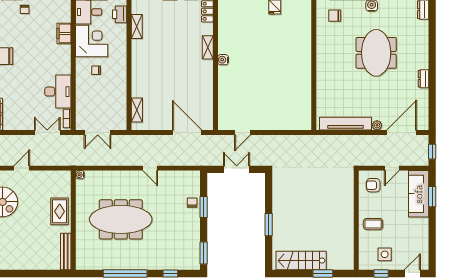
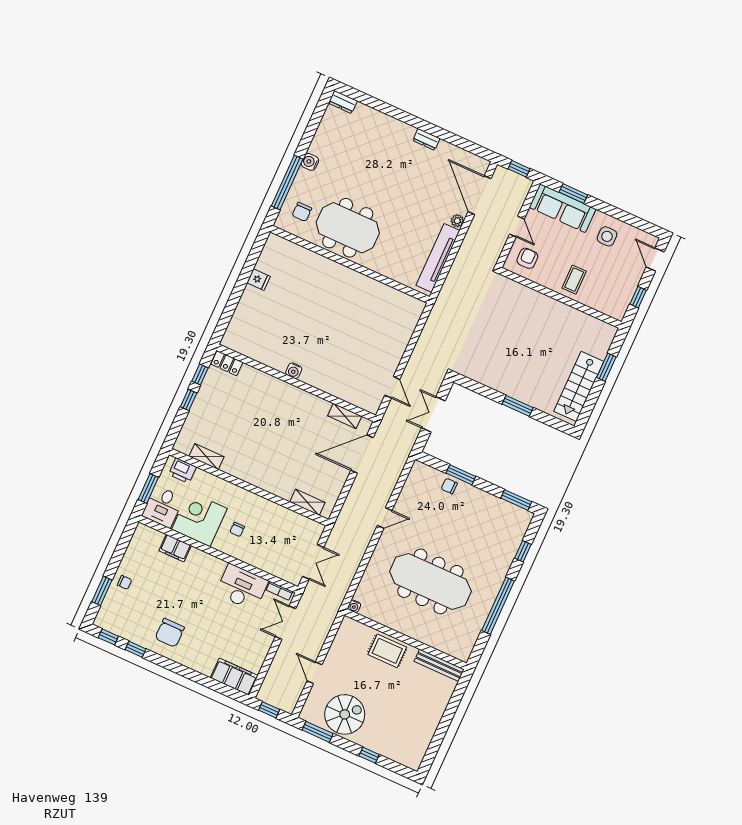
shelving: (208, 47) -> (345, 416), moved
meeting table: (376, 53) -> (348, 228), moved
armchair: (373, 185) -> (527, 258), turned 180
meeting table: (121, 219) -> (430, 581), turned 90
side table: (385, 254) -> (607, 236), moved

